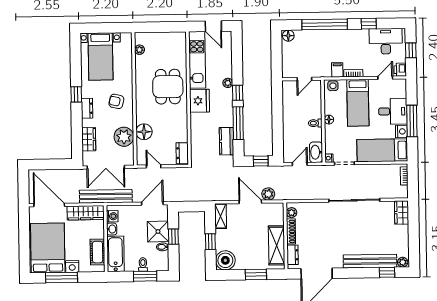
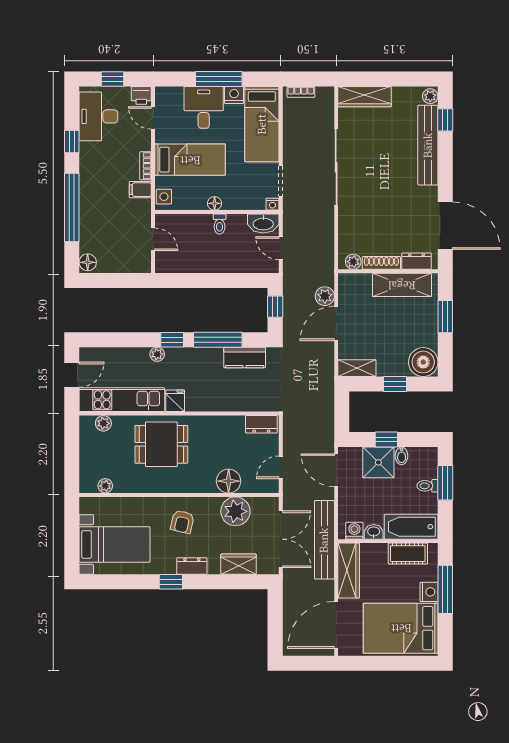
plant: (181, 48) -> (103, 423), added
fridge: (199, 101) -> (175, 401), width x0.53, depth x0.75
wardrobe: (402, 213) -> (365, 97), width x1.50
window: (61, 278) -> (445, 589), moved

